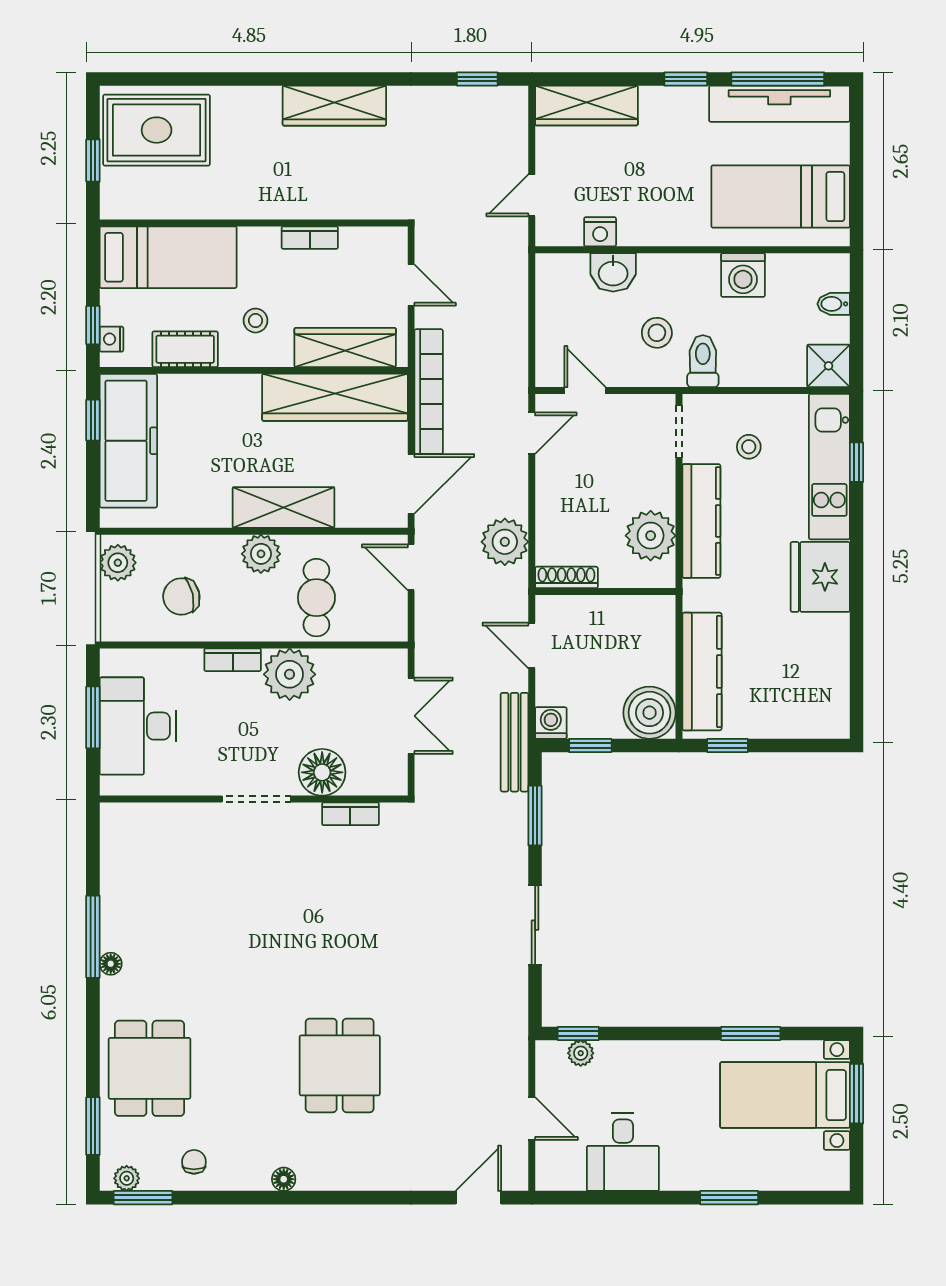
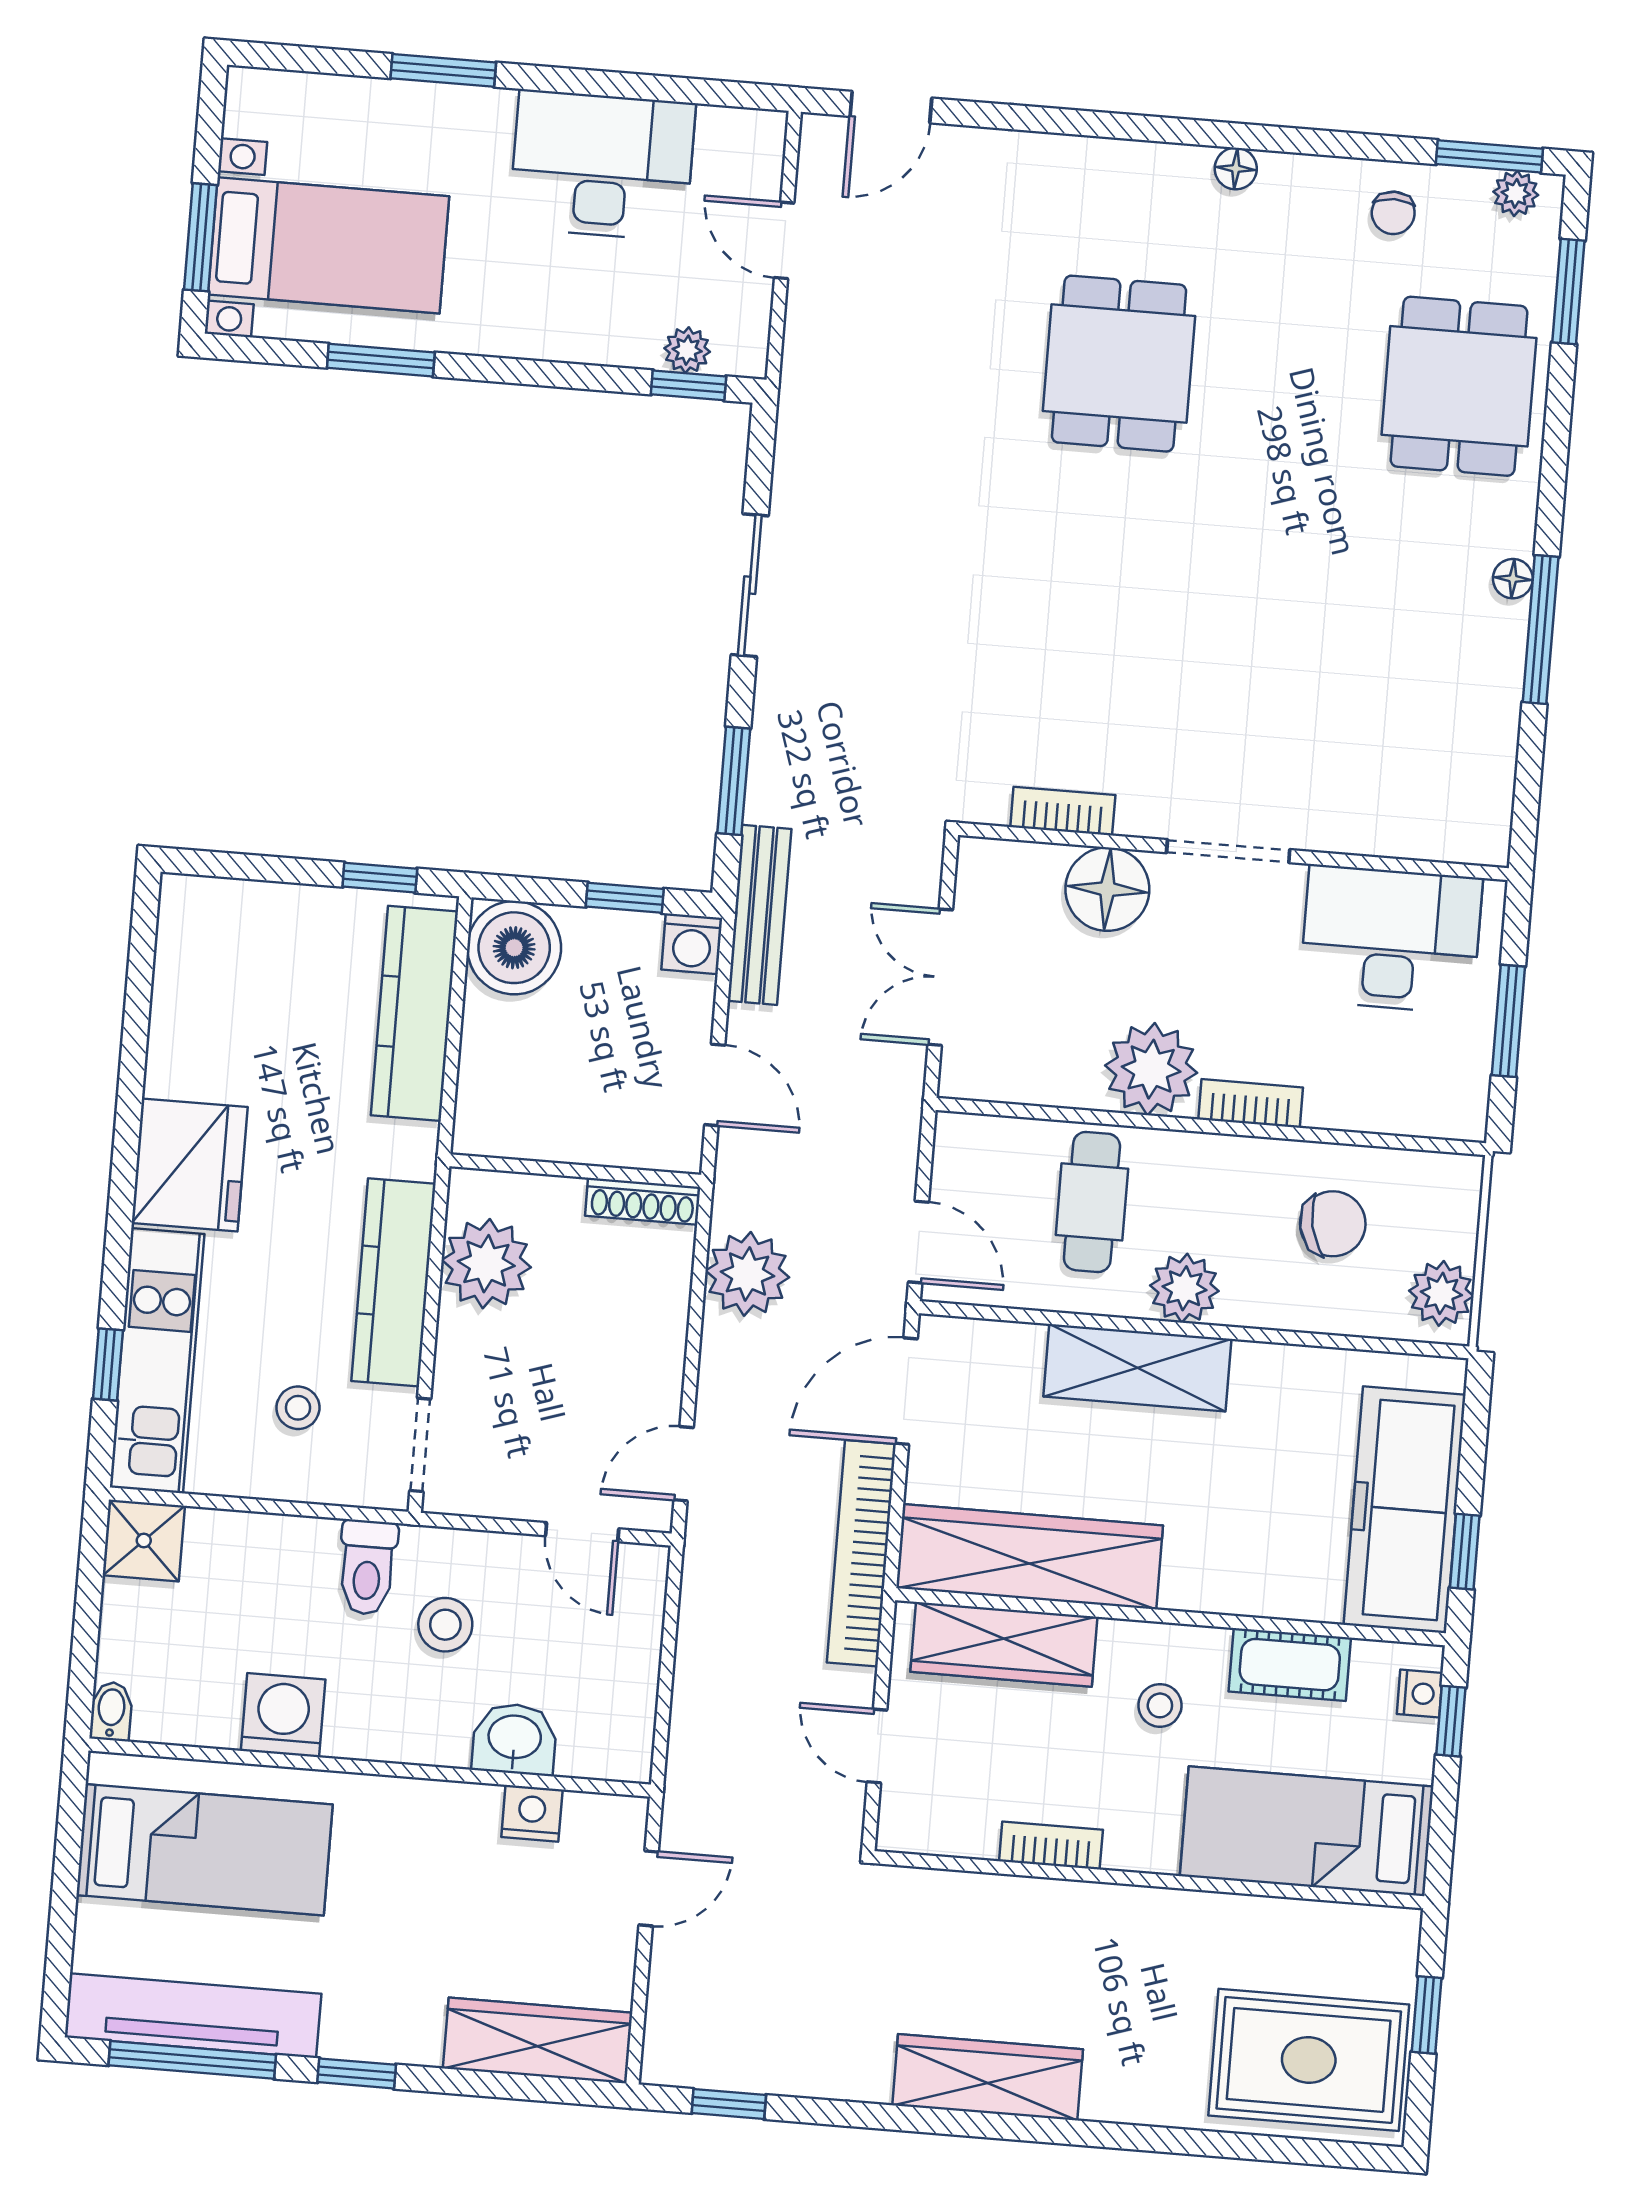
bidet: (834, 304) -> (111, 1711), moved, turned -90
desk: (138, 726) -> (1391, 939), moved, turned -90
desk: (623, 1152) -> (602, 165), width x1.37

